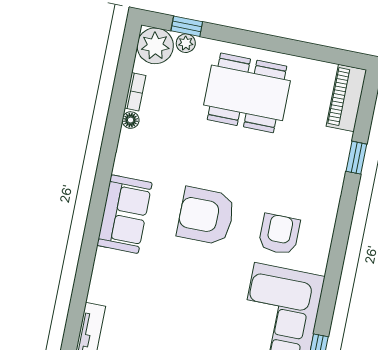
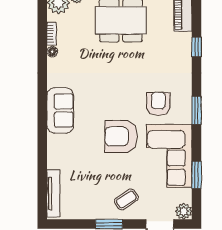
armchair: (206, 216) -> (121, 136), moved
window: (337, 256) -> (197, 110), added

